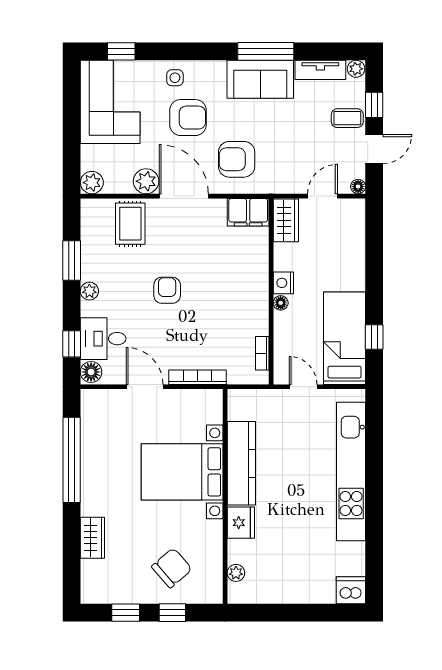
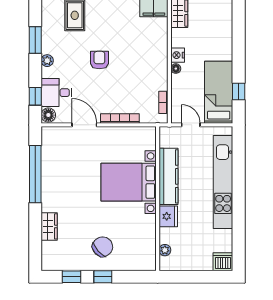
kitchen counter: (241, 463) -> (168, 176), moved
bed with nightstands: (182, 472) -> (129, 182), moved
wall: (225, 496) -> (158, 199), moved
fridge: (241, 523) -> (168, 216), moved
plant: (236, 573) -> (165, 250), moved

